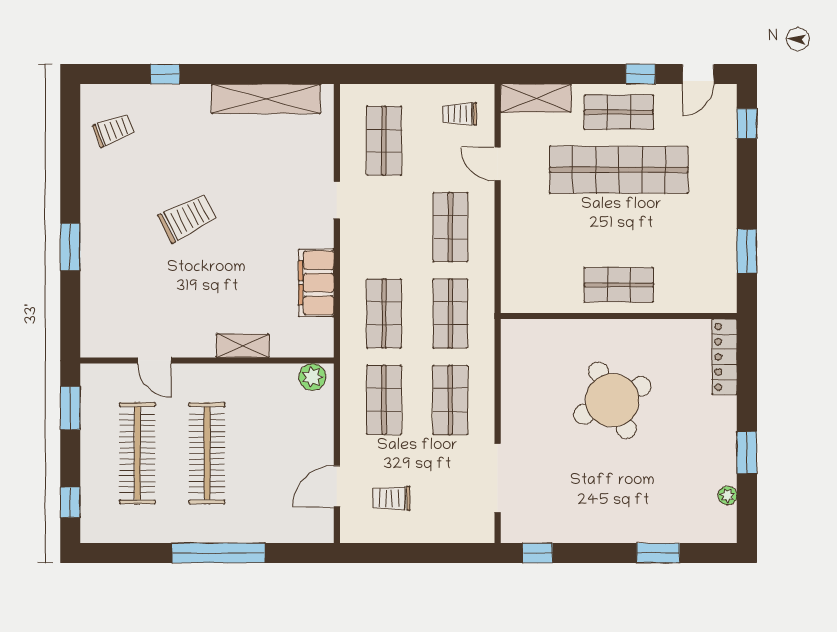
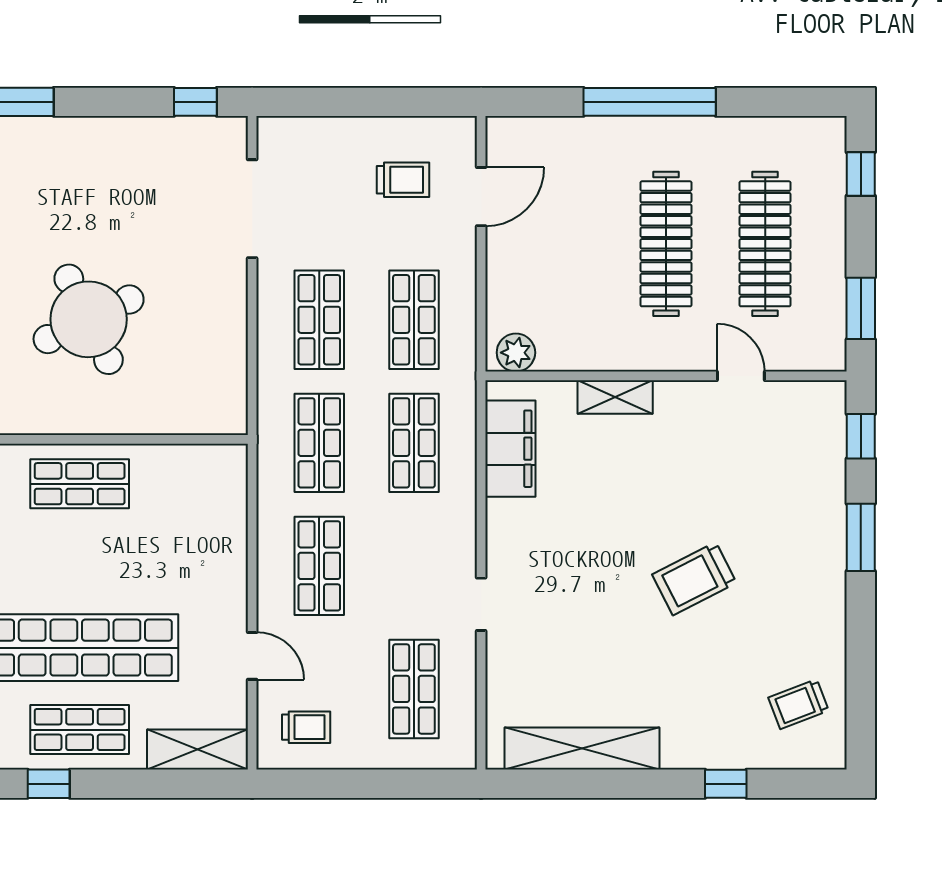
filing cabinet: (316, 283) -> (510, 449), moved
window: (70, 318) -> (861, 436), added

